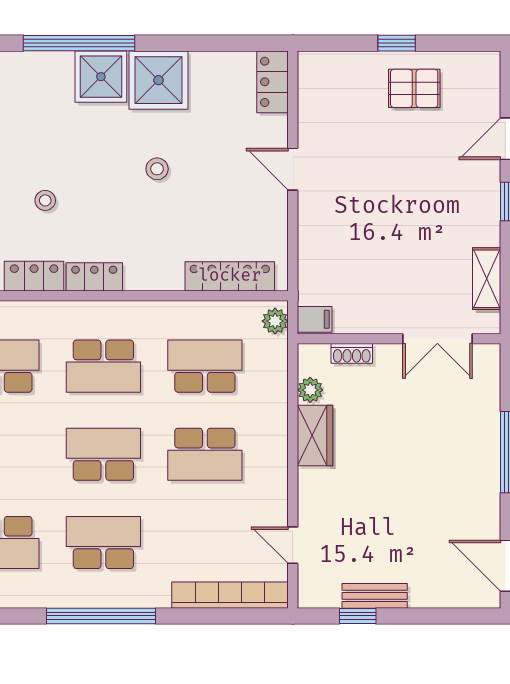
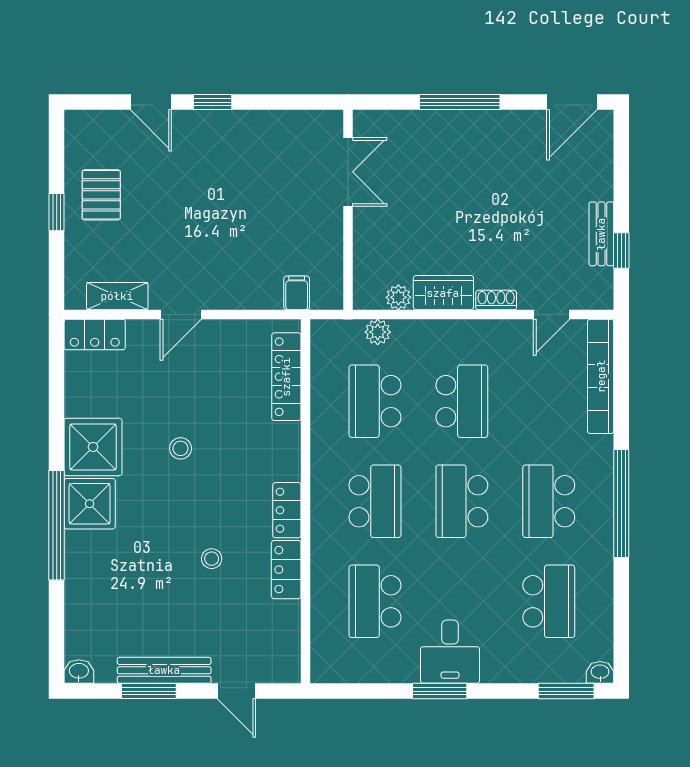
shelving: (487, 279) -> (117, 296), moved
filing cabinet: (315, 319) -> (297, 293), moved
plant: (275, 321) -> (378, 332), moved
shoe rack: (352, 353) -> (496, 300), moved, turned -90

